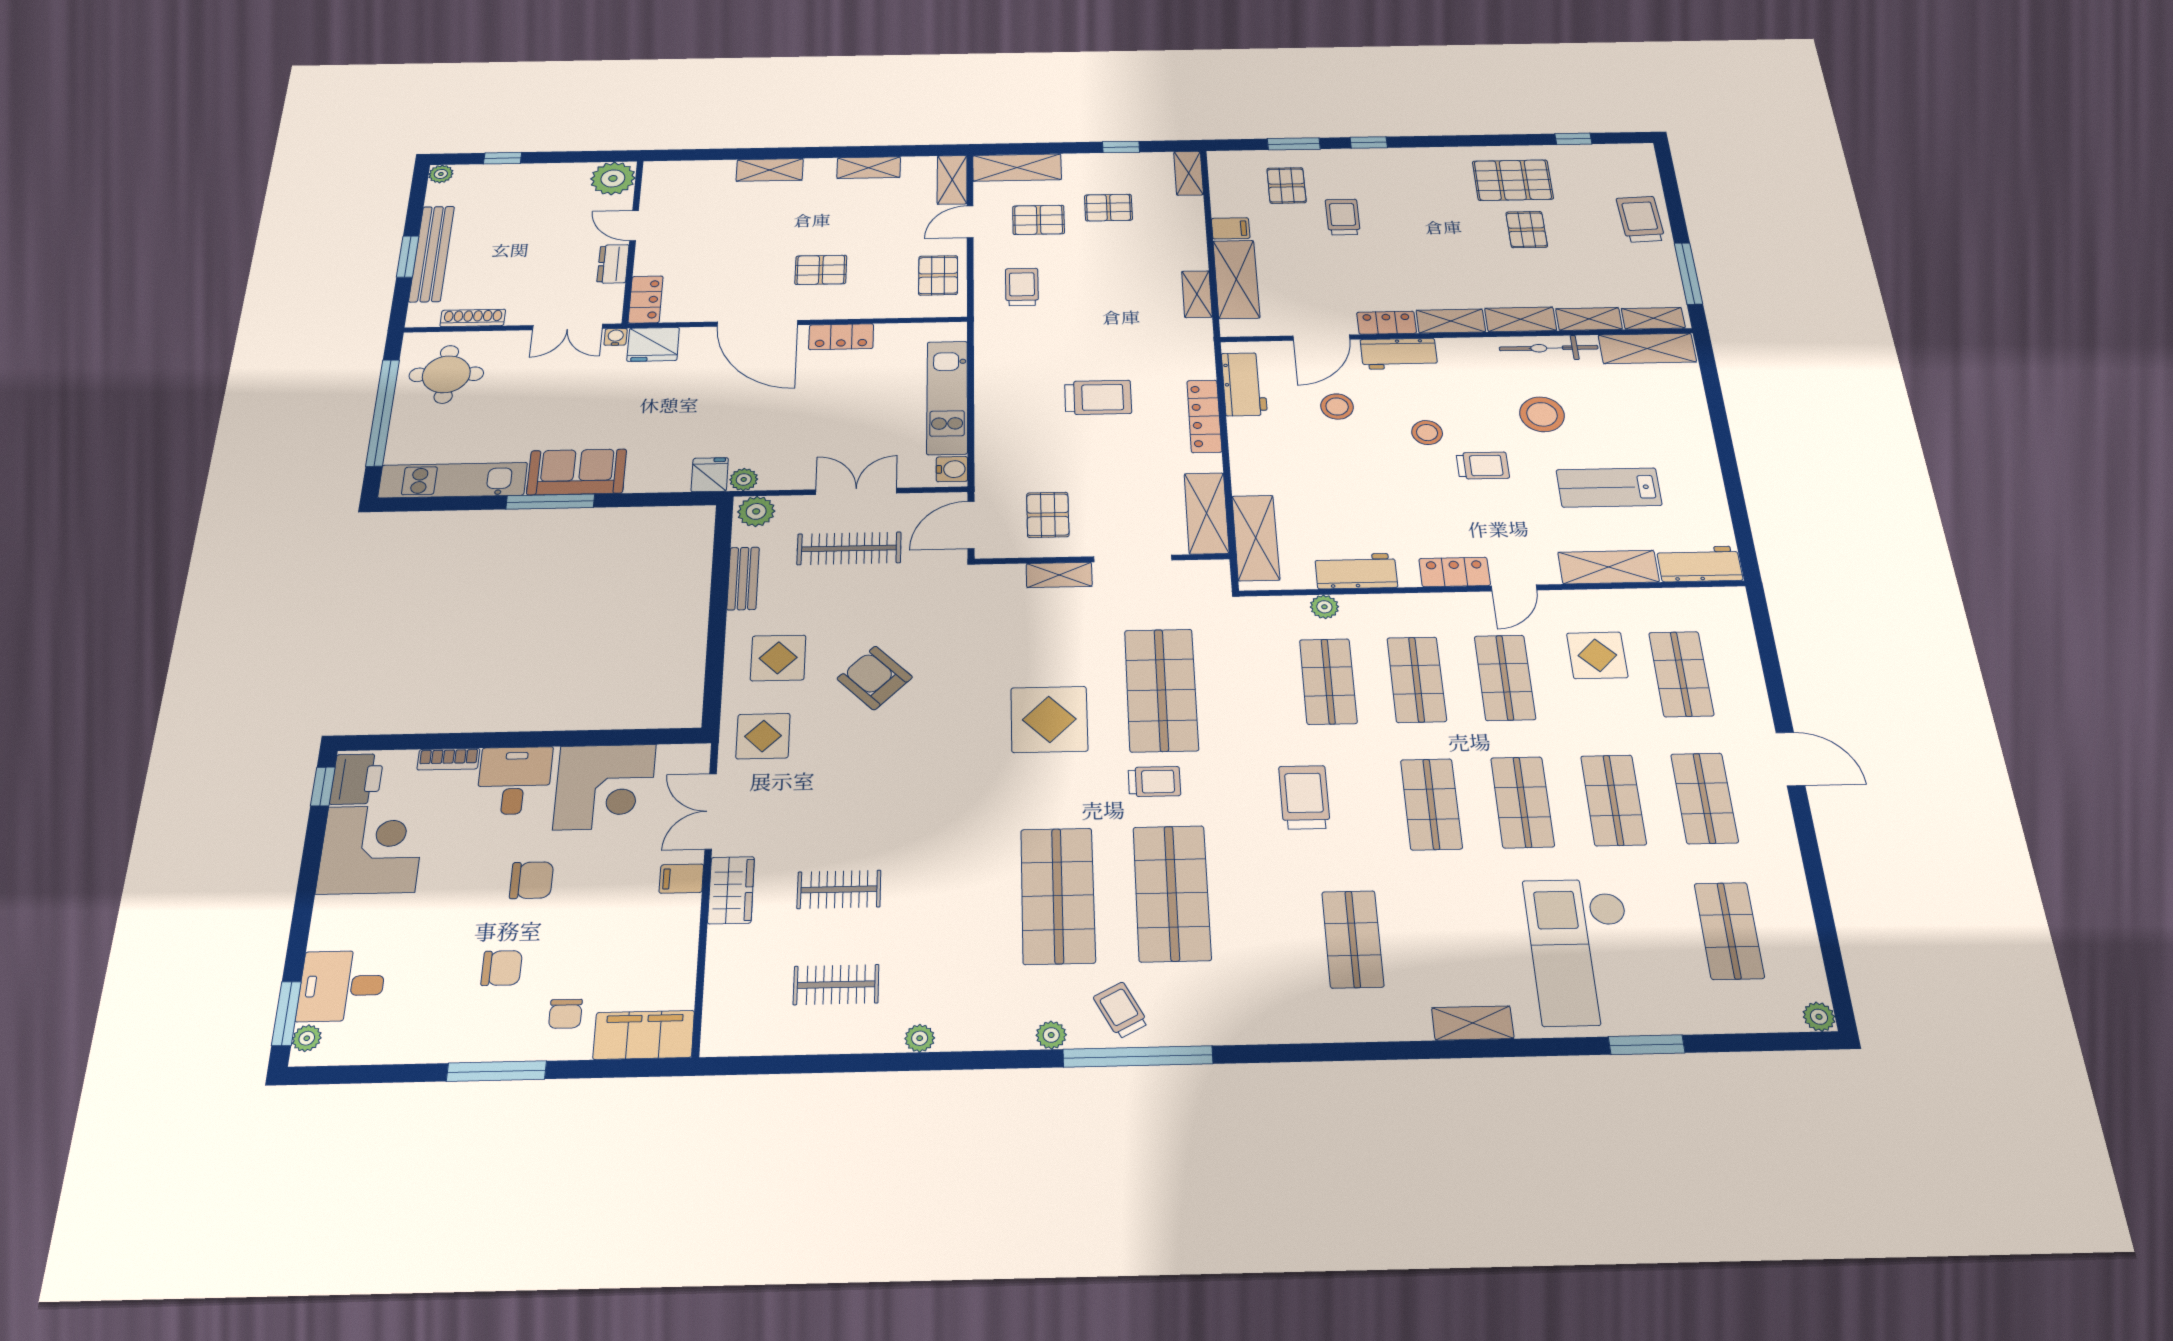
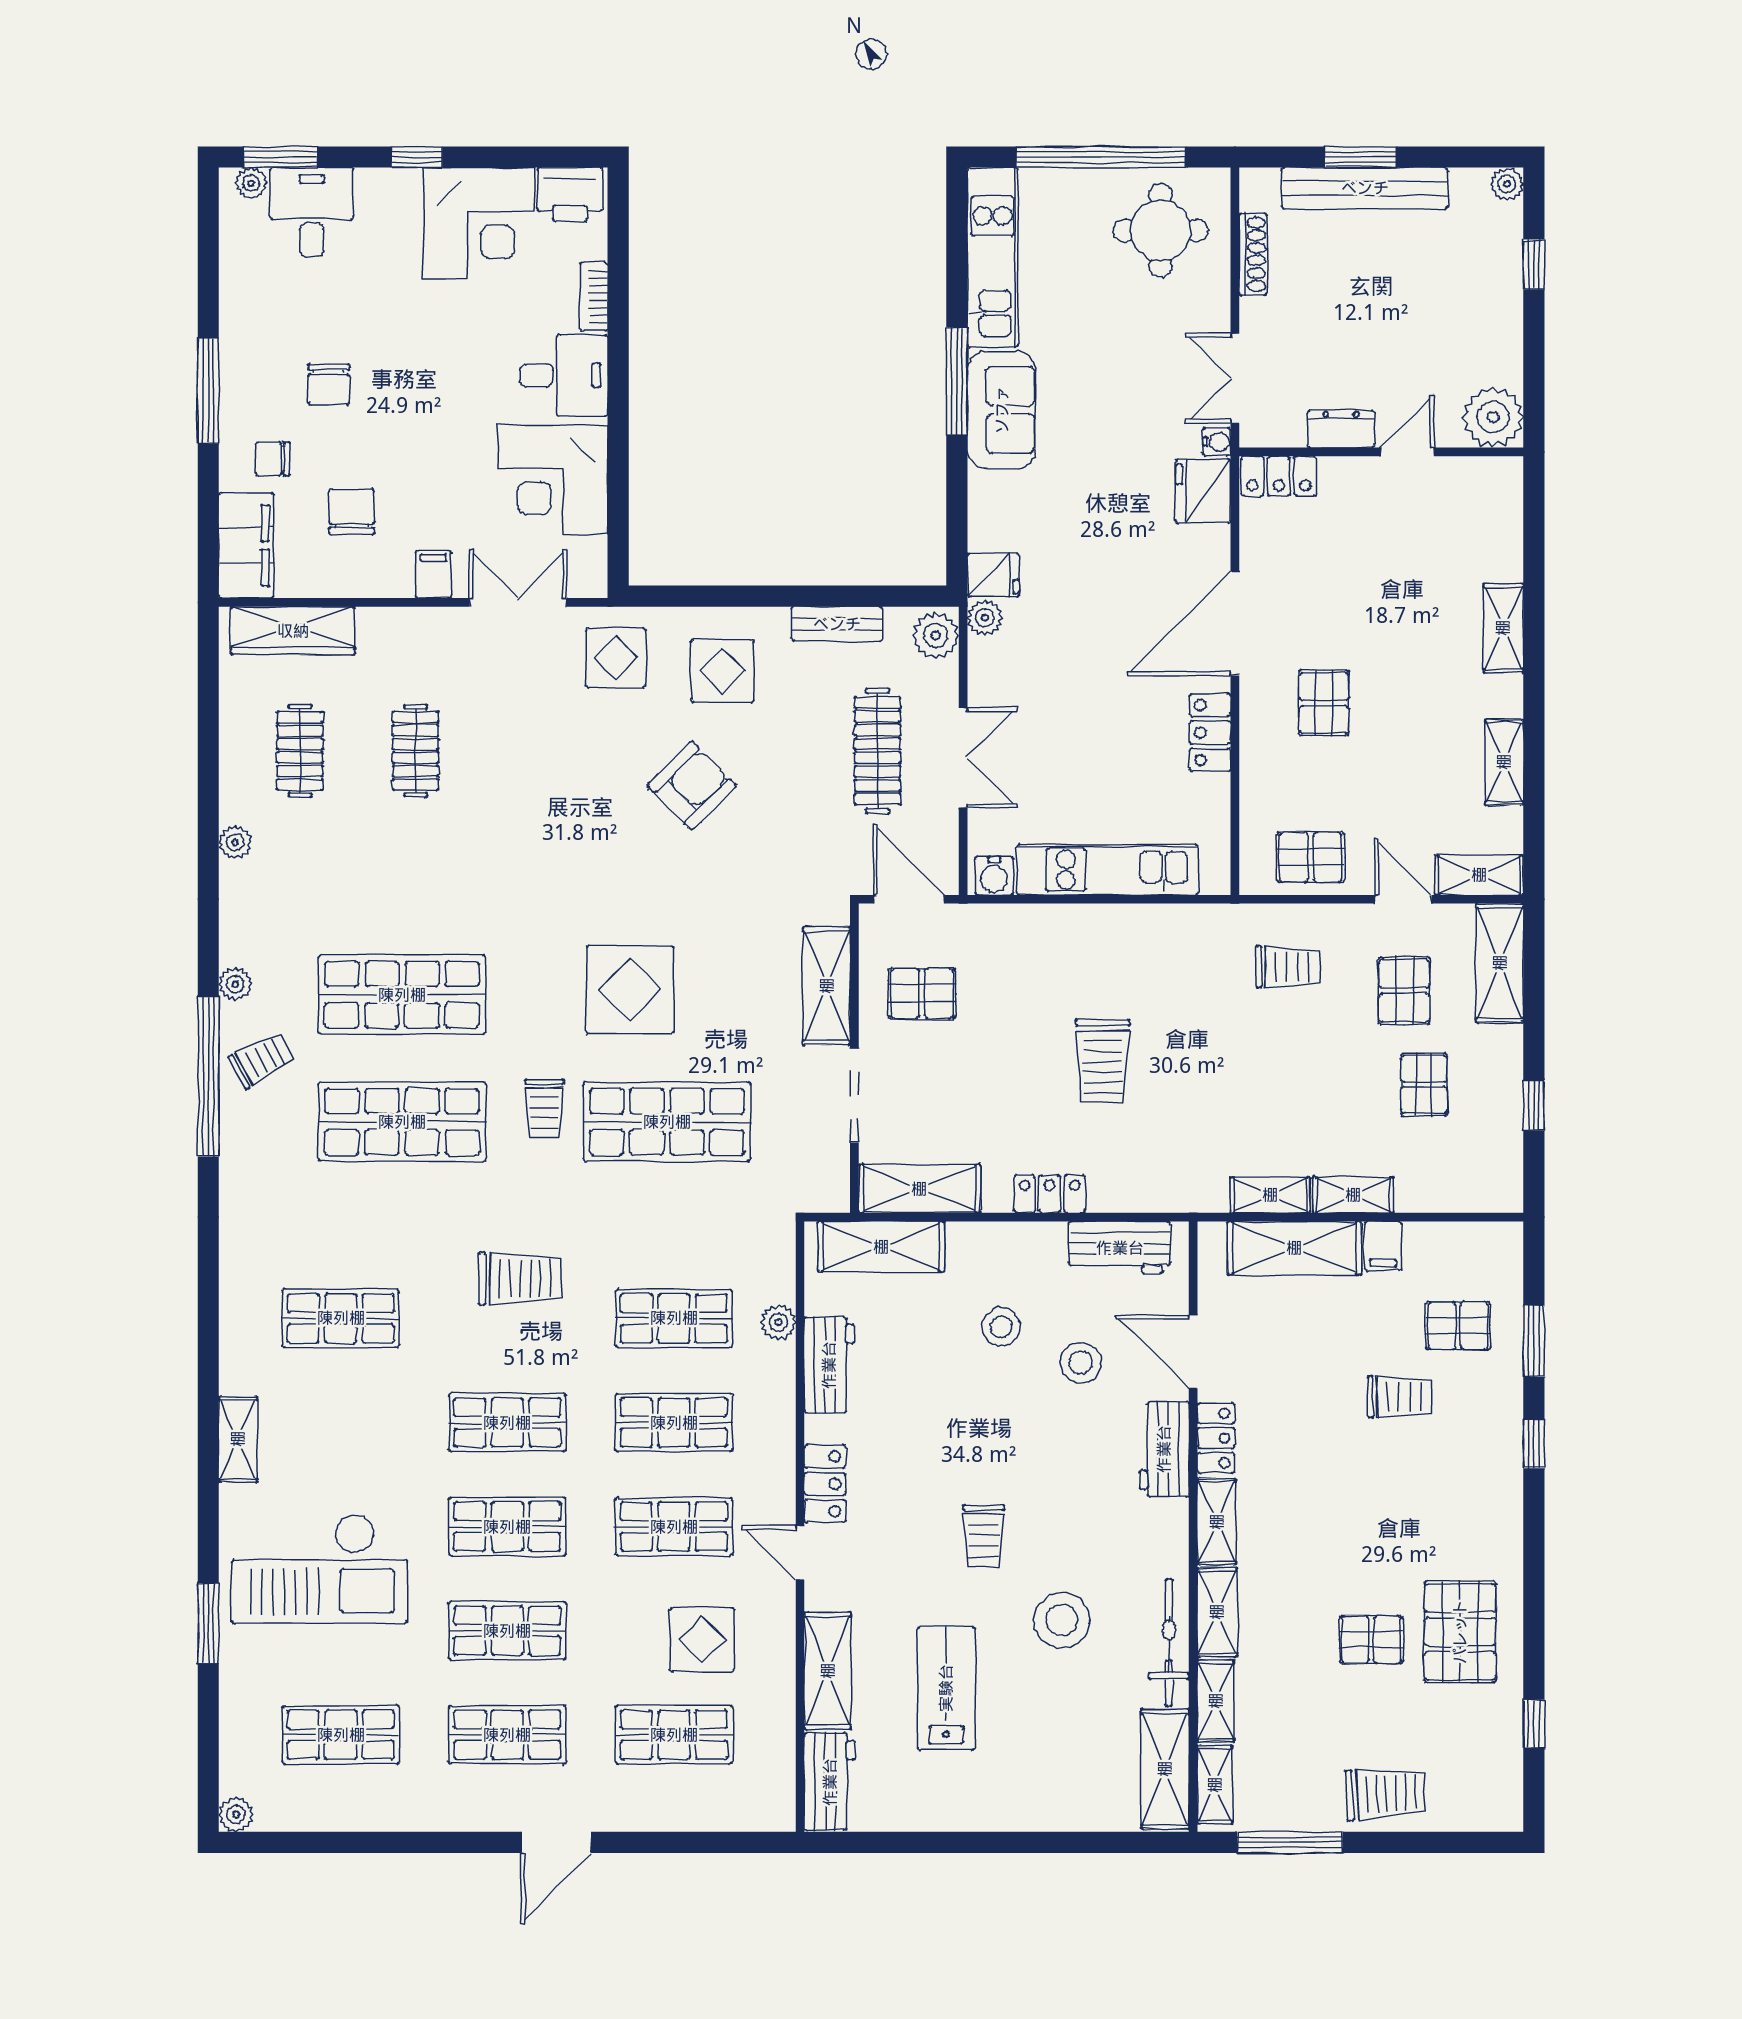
shelving: (1189, 173) -> (1353, 1195), moved
locker: (1204, 416) -> (1050, 1194), width x0.66
stool: (1427, 433) -> (1001, 1327), moved
shelving: (1059, 575) -> (827, 986), width x1.50, depth x1.33
window: (323, 787) -> (417, 157), moved
chair: (532, 880) -> (352, 512), moved, turned 180
wardrobe: (731, 890) -> (293, 631), moved, width x1.50
checkout: (1582, 952) -> (319, 1569), turned 180

